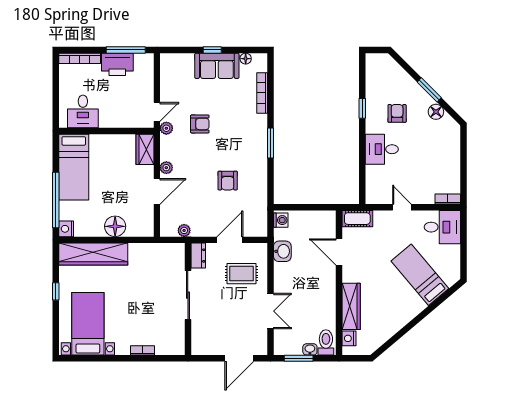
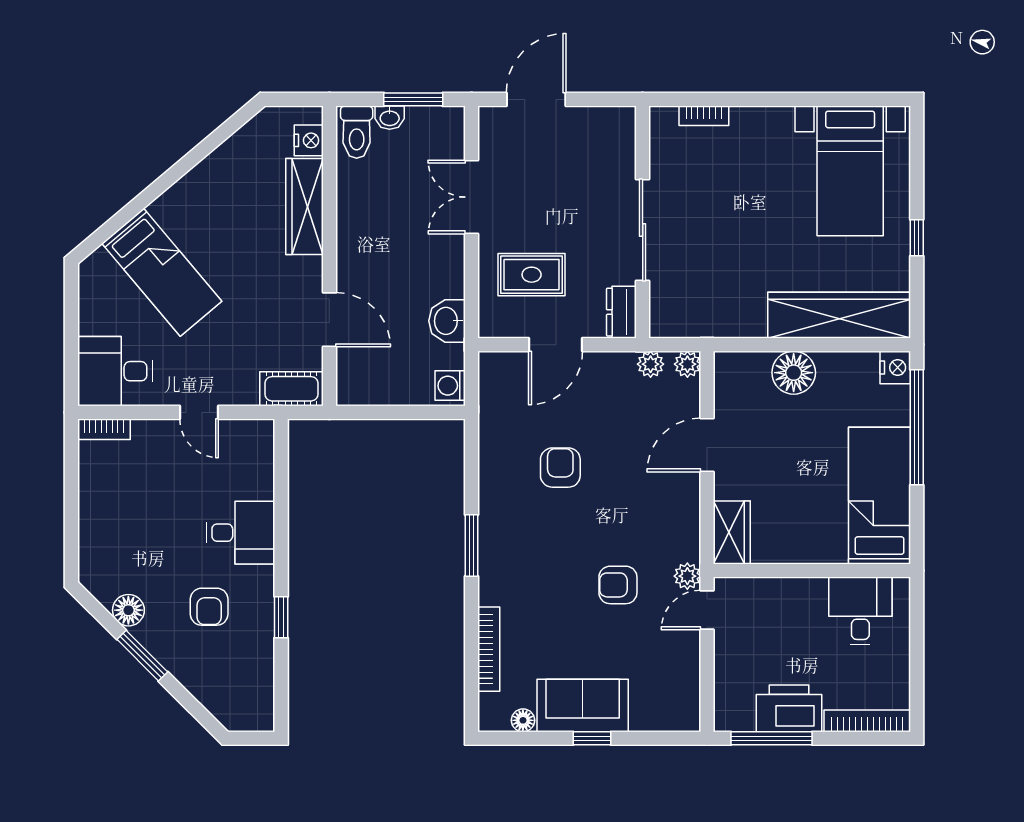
plant: (166, 168) -> (687, 364), moved
bookcase: (142, 350) -> (704, 116), moved

